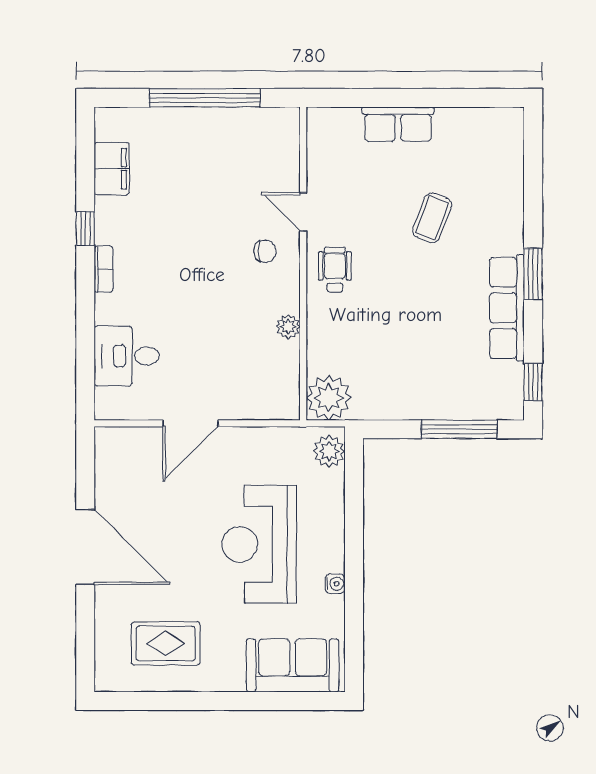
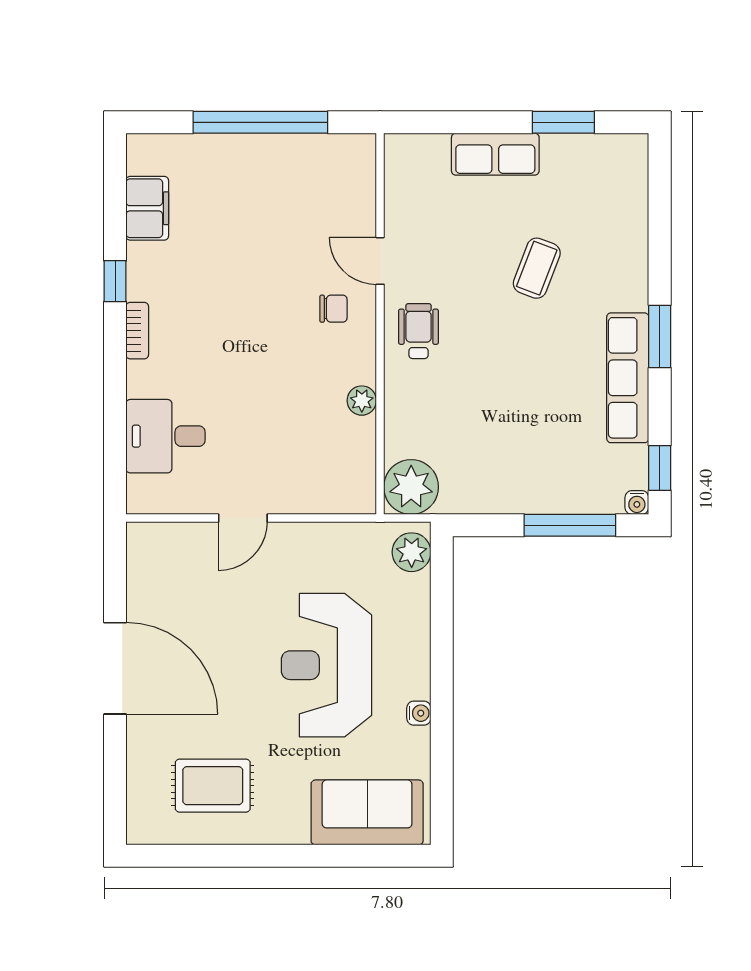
window: (454, 98) -> (563, 122), added
water cooler: (514, 411) -> (637, 503), added
door: (190, 423) -> (243, 518), width x0.73

